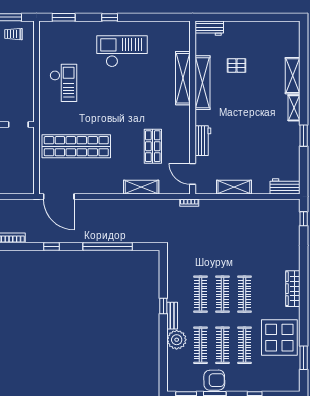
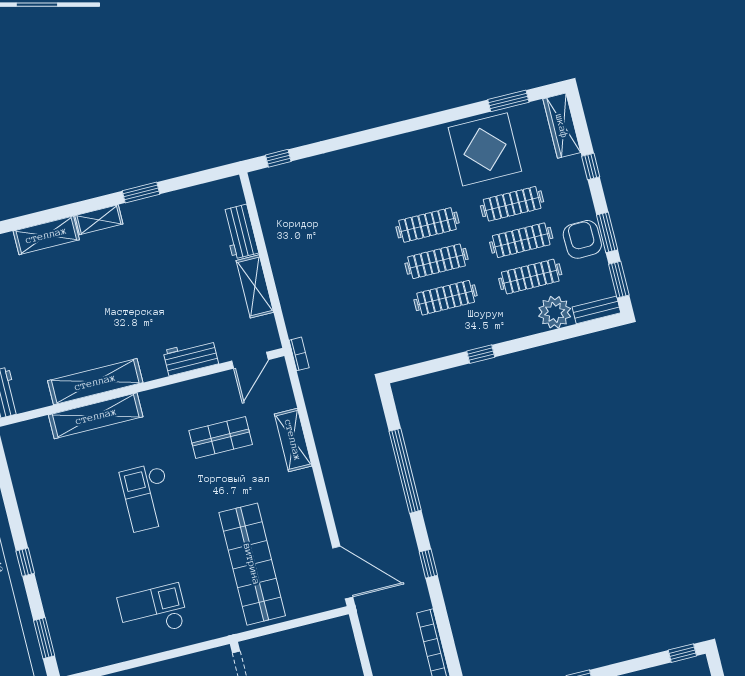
checkout: (122, 51) -> (148, 497), moved, width x0.73, depth x0.83
pallet: (237, 66) -> (53, 332), removed
workbench: (285, 186) -> (240, 232), moved
door: (59, 197) -> (343, 572), hinge flipped
wardrobe: (293, 289) -> (562, 126), moved, turned 90
bench: (172, 316) -> (596, 310), moved
plant: (177, 340) -> (555, 312), moved

